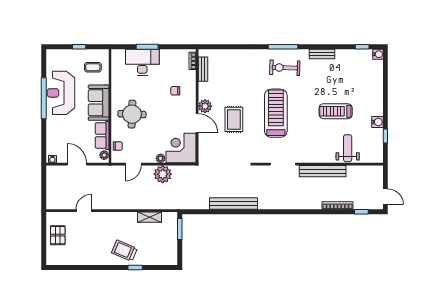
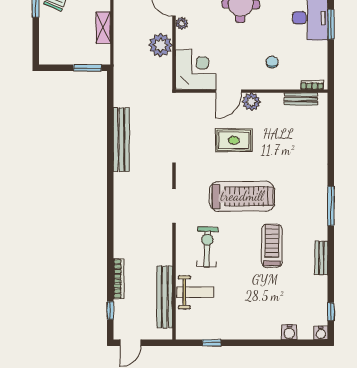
exercise bike: (285, 68) -> (207, 247), moved
treadmill: (336, 111) -> (272, 246), moved
water cooler: (377, 122) -> (289, 332), moved
plant: (161, 158) -> (182, 23), moved
bench: (323, 171) -> (165, 297), moved

